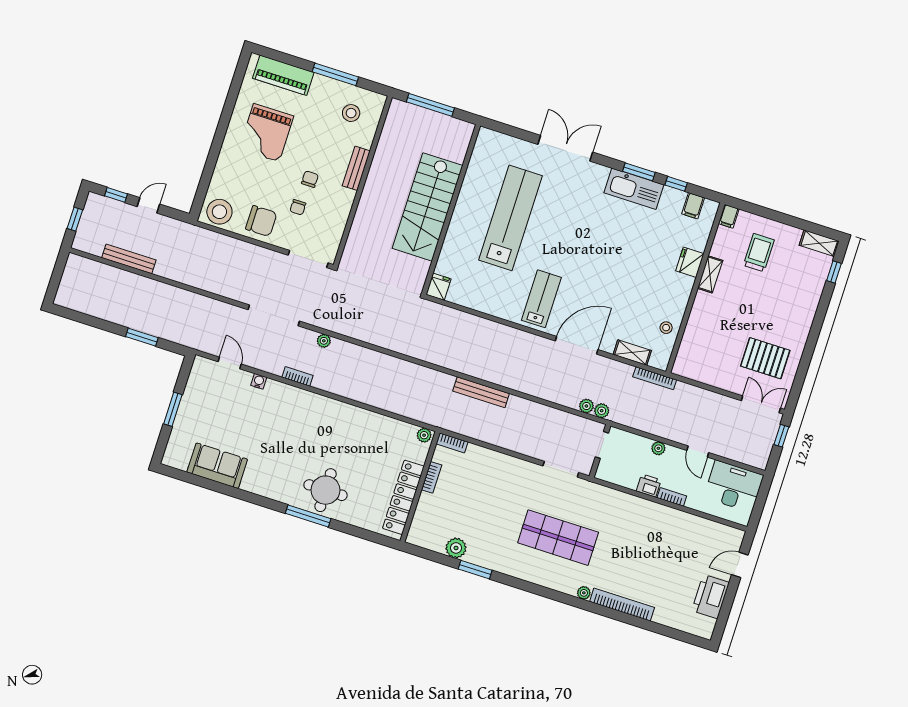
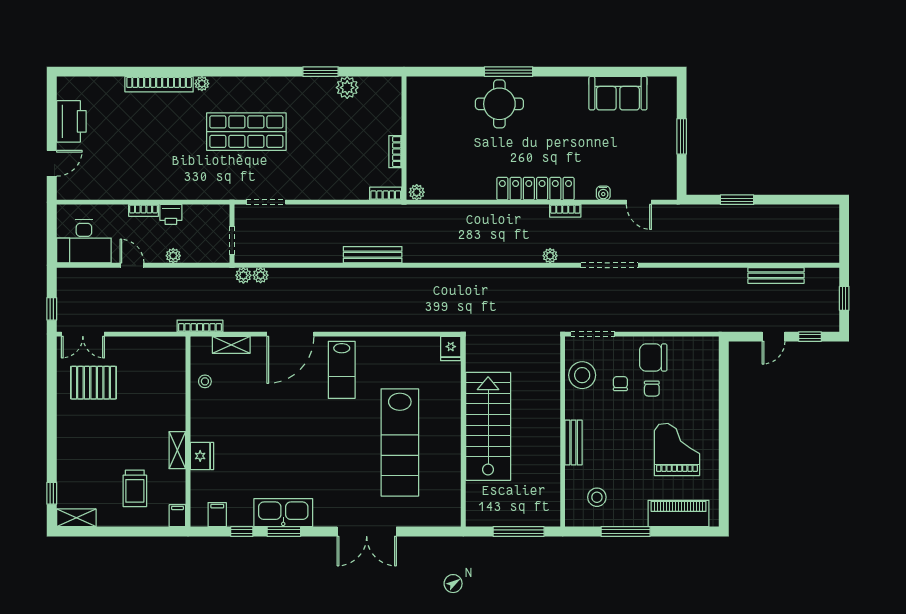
chair: (310, 179) -> (652, 389), moved
stool: (219, 212) -> (582, 375), moved
locker: (403, 497) -> (535, 189), moved, turned -90

